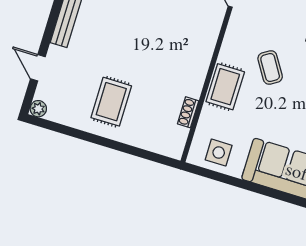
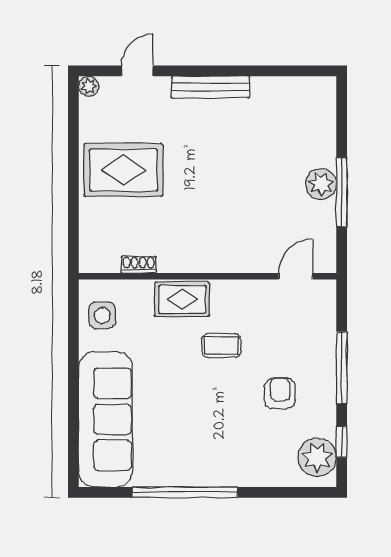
coffee table: (270, 67) -> (221, 345), turned 32
rug: (111, 102) -> (123, 170), width x1.36, depth x1.43

